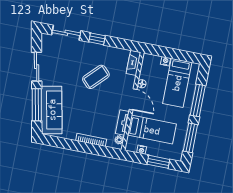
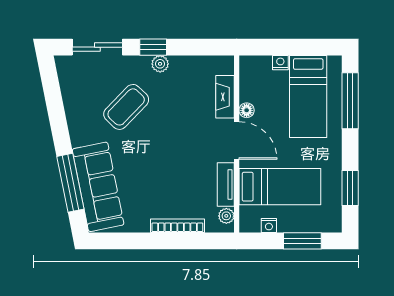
plant: (99, 49) -> (160, 64), added
fireplace: (133, 63) -> (225, 97), moved
sliding door: (37, 67) -> (57, 116), removed
coffee table: (96, 77) -> (126, 107), moved
window: (198, 100) -> (350, 101), moved
window: (190, 138) -> (350, 188), width x0.69

